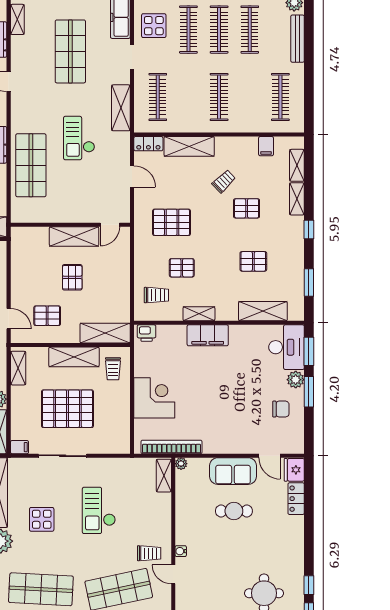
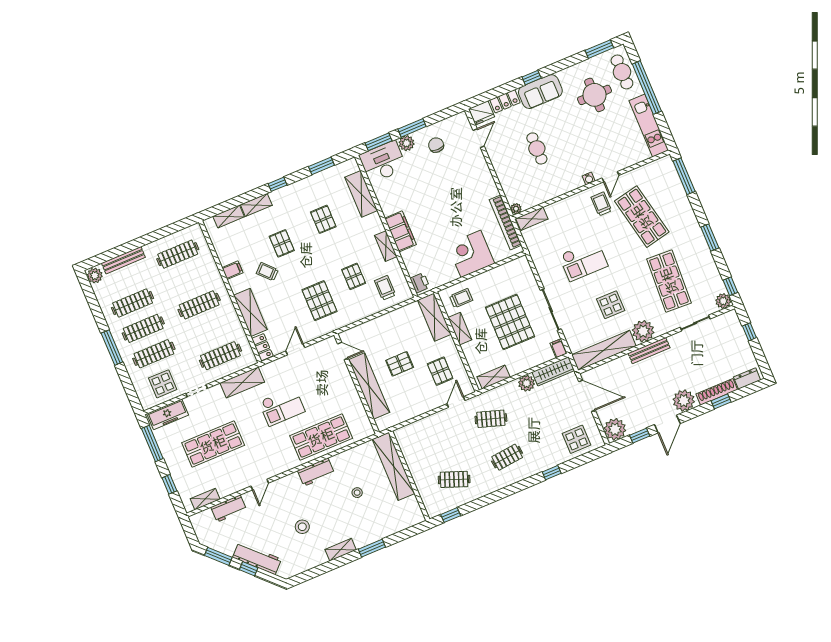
filing cabinet: (266, 146) -> (232, 270), moved
shelving: (74, 236) -> (369, 386), width x1.47
shelving: (74, 357) -> (460, 329), width x0.67, depth x0.75
sofa: (233, 471) -> (540, 92), moved, turned 90
window: (309, 585) -> (532, 78), moved

